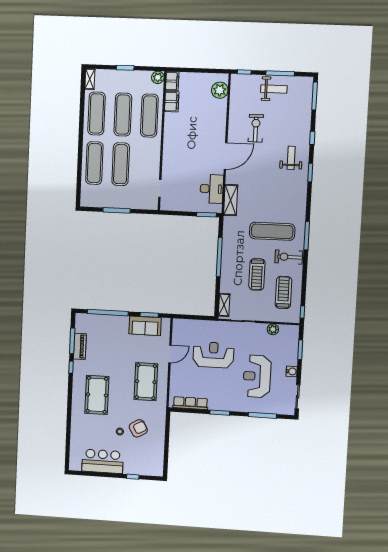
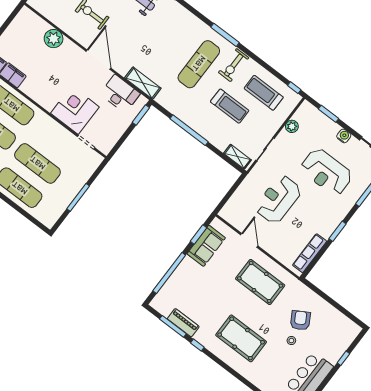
plant: (220, 90) -> (54, 39), moved
corner desk: (177, 164) -> (75, 110), added

